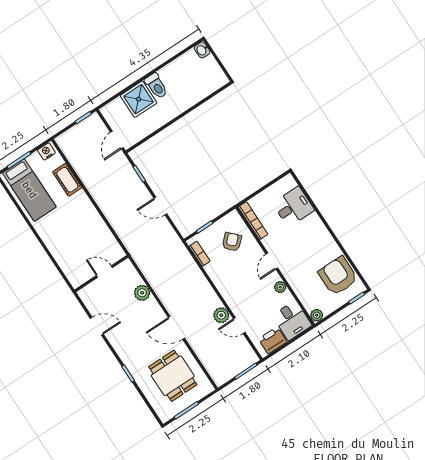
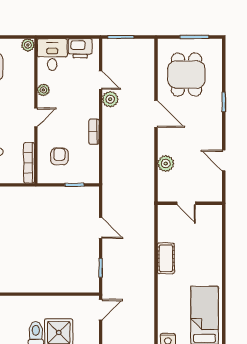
cot: (67, 180) -> (166, 258), moved
armchair: (232, 242) -> (59, 156), turned 134
bookcase: (200, 254) -> (94, 132), moved

